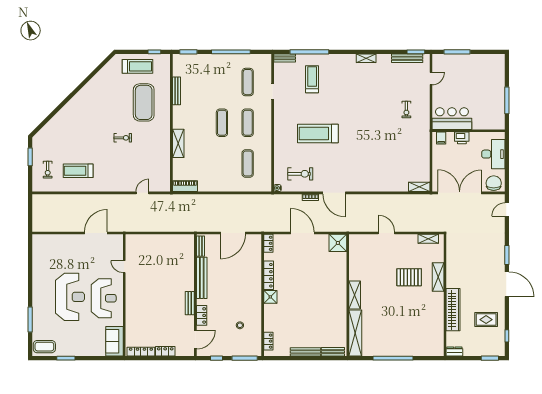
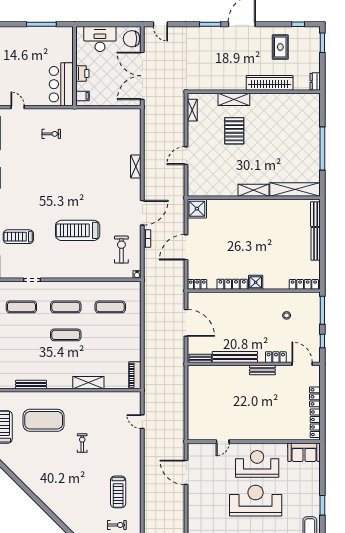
treadmill: (318, 134) -> (78, 230), turned 90
shelving: (419, 187) -> (136, 167), moved
locker: (268, 341) -> (304, 284), width x1.53

